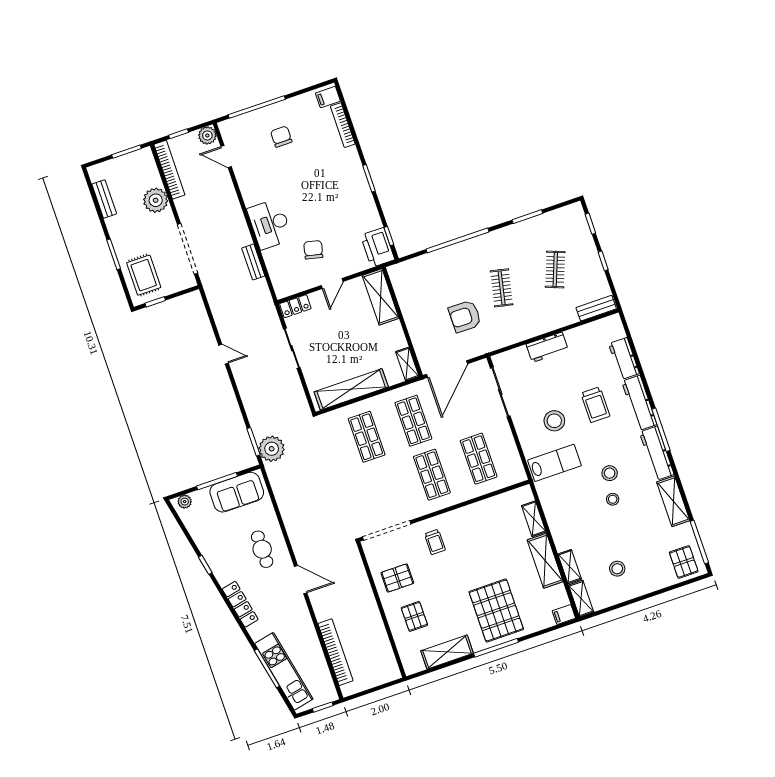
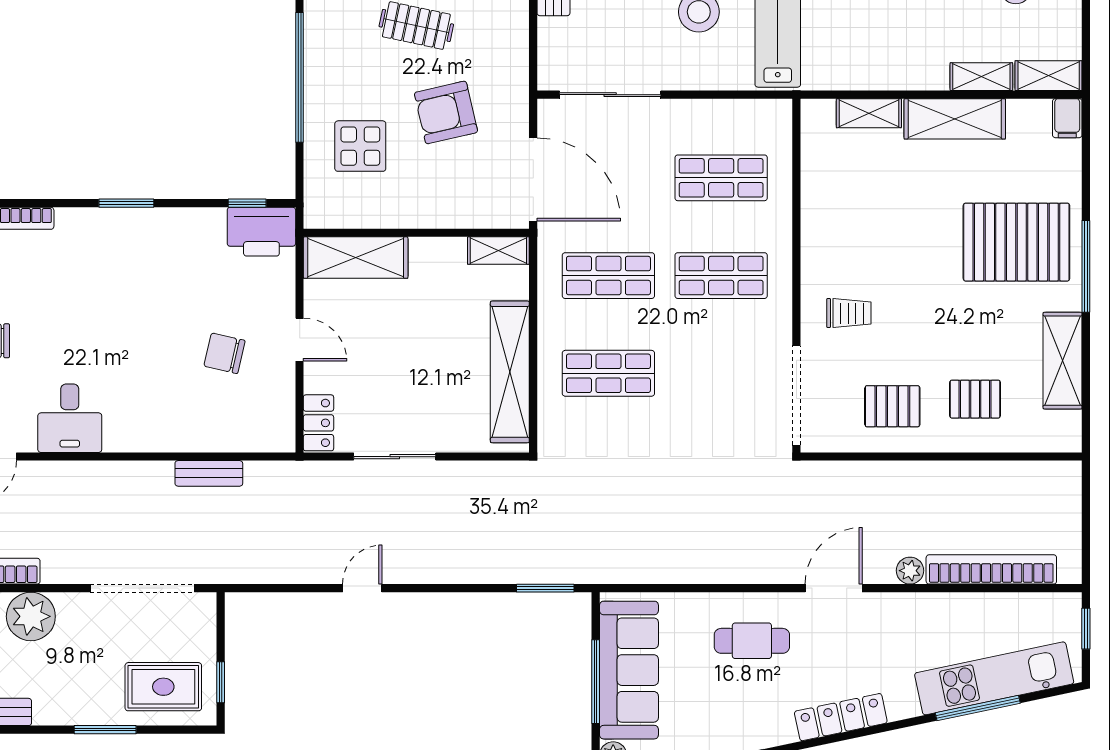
desk: (270, 224) -> (70, 418), moved, width x0.73
display table: (435, 281) -> (360, 146), added
armchair: (465, 316) -> (446, 112), turned 77
plant: (272, 449) -> (910, 571), moved, width x0.53, depth x0.53
sofa: (237, 492) -> (629, 670), width x1.36
pallet: (397, 578) -> (892, 406), turned 90

